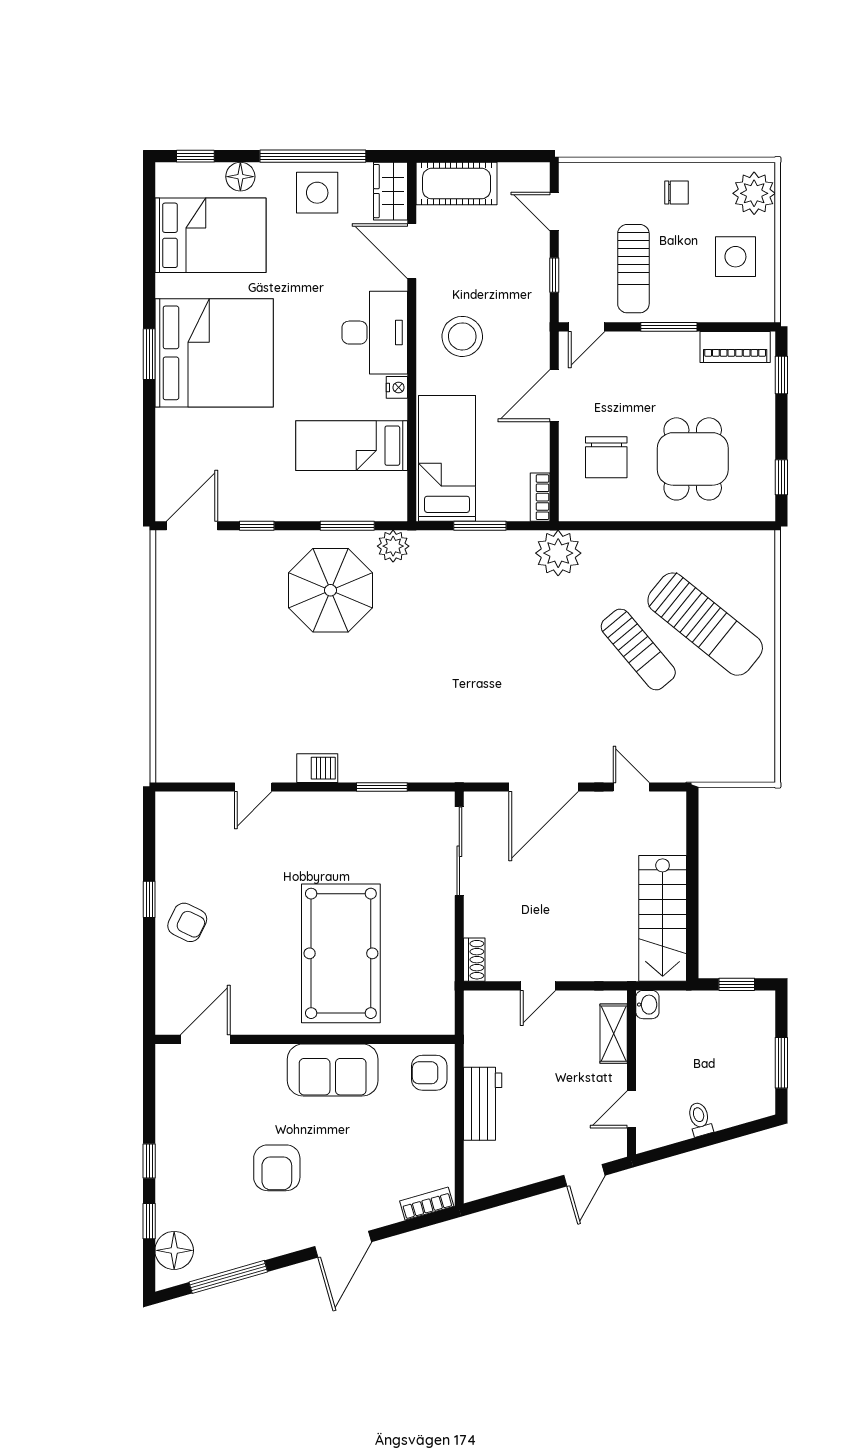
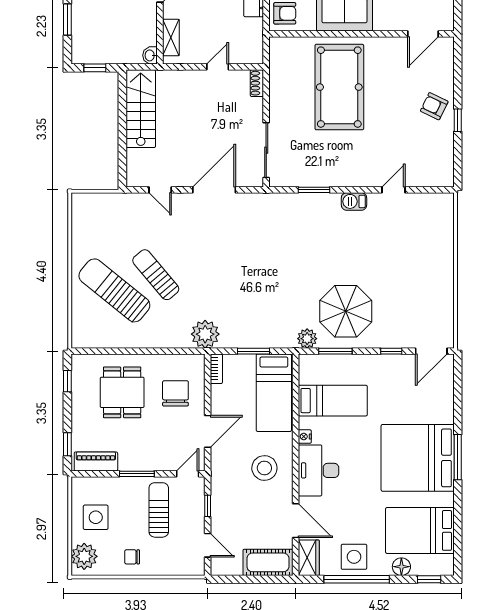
window: (149, 354) -> (458, 457), width x1.44

